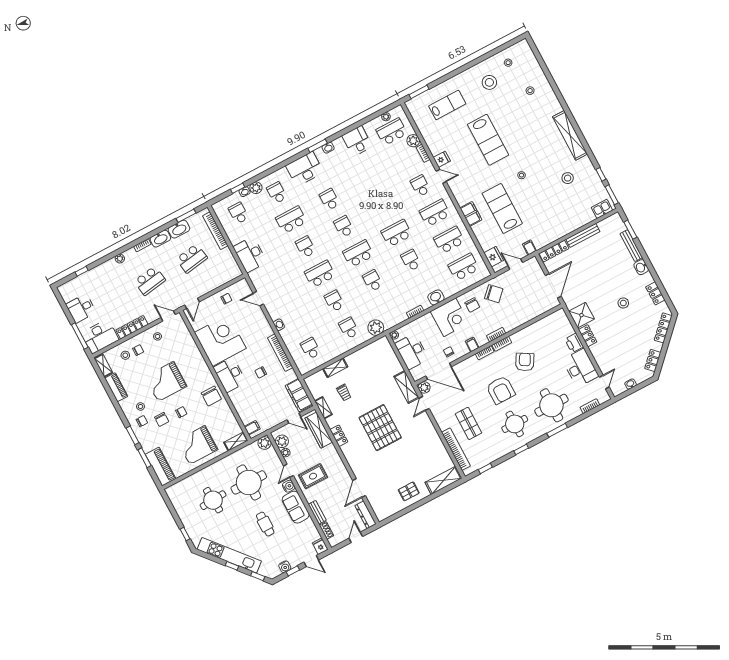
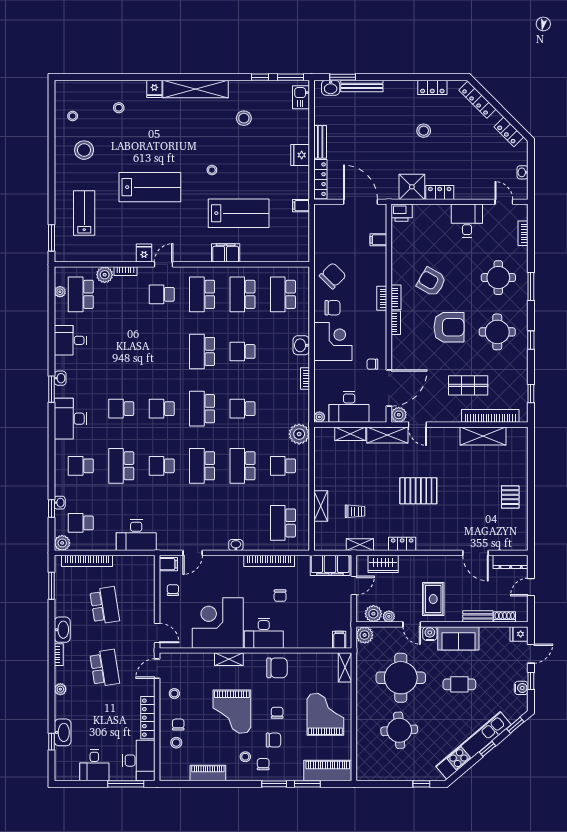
fridge: (555, 108) -> (154, 89), added
plant: (256, 188) -> (62, 543), moved
lab bench: (502, 208) -> (239, 213), turned 180
washbasin: (179, 229) -> (63, 732), moved
bench: (583, 235) -> (320, 142), width x0.73
fridge: (494, 257) -> (300, 155), moved, turned -90
door: (515, 264) -> (312, 233), removed
washbasin: (641, 267) -> (331, 88), moved
filing cabinet: (242, 286) -> (168, 564), added
school desk: (334, 301) -> (242, 466), width x1.85
printer: (574, 343) -> (402, 213), moved
filing cabinet: (472, 345) -> (378, 240), moved
school desk: (310, 348) -> (283, 523), width x1.85
shelving: (394, 362) -> (350, 434), added
shelving: (103, 365) -> (229, 659), moved
desk: (581, 368) -> (467, 221), width x0.73
round table: (551, 405) -> (498, 278), width x0.73, depth x0.73
pallet: (380, 428) -> (418, 491), width x0.73, depth x0.71
wardrobe: (319, 430) -> (383, 564), width x0.67
grand piano: (197, 445) -> (325, 714), turned 180
shelving: (443, 480) -> (483, 436), moved, turned 90
door: (356, 537) -> (531, 587), hinge flipped

